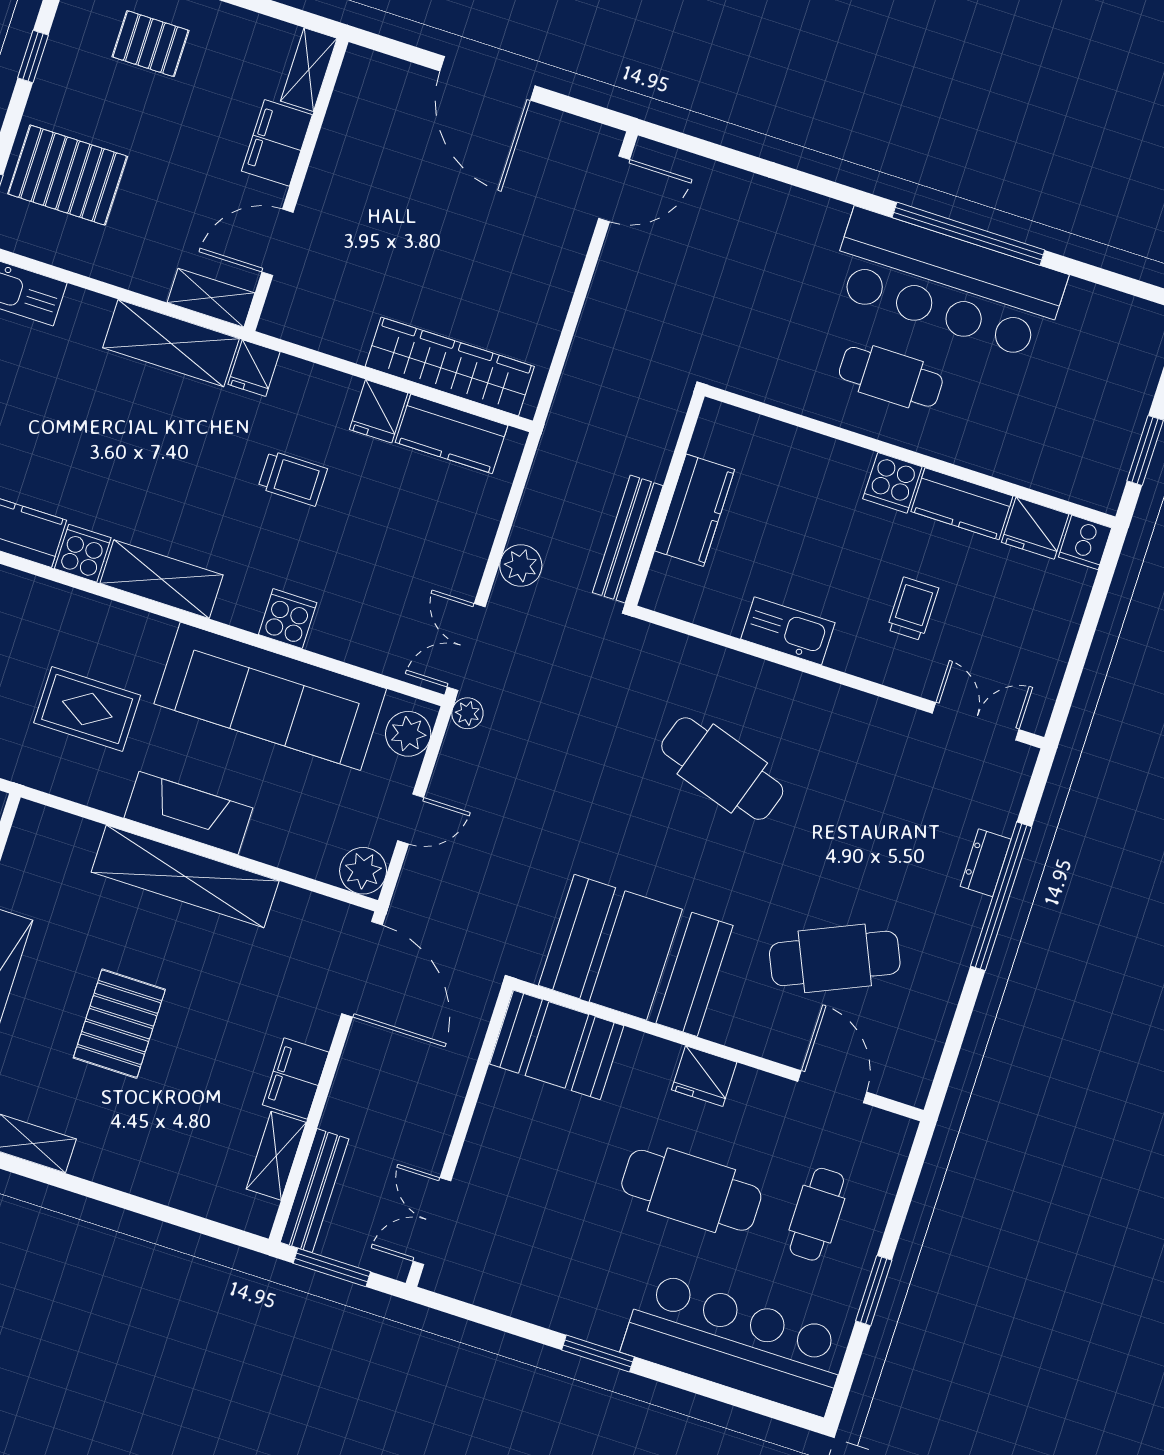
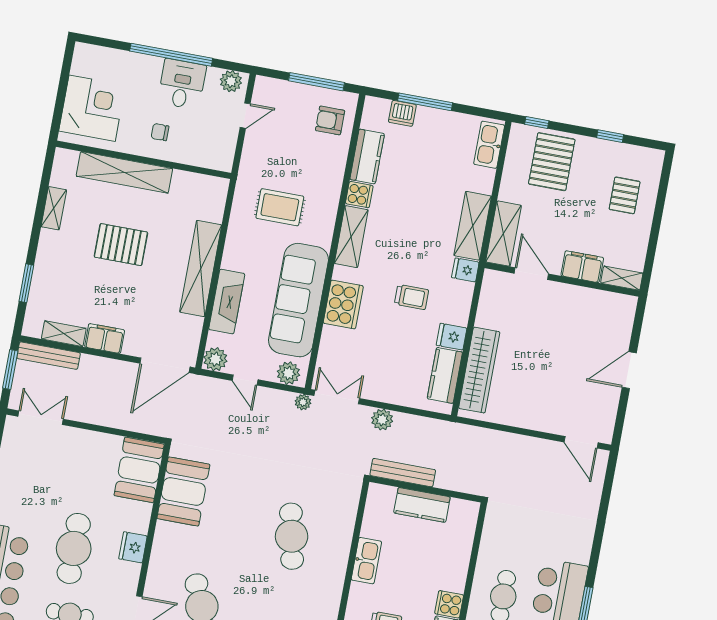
door: (487, 78) -> (629, 370), width x0.73
shelving: (211, 298) -> (504, 234), width x1.50, depth x1.33
trolley: (293, 478) -> (412, 297), turned -90
cooker: (288, 619) -> (343, 304), width x1.87, depth x1.31
rug: (87, 709) -> (280, 207), turned 90
cafe table: (722, 769) -> (292, 536), turned -30
fireplace: (188, 813) -> (227, 302), moved
booth: (636, 955) -> (183, 491), width x0.73, depth x0.70
window: (170, 1215) -> (26, 283), added

